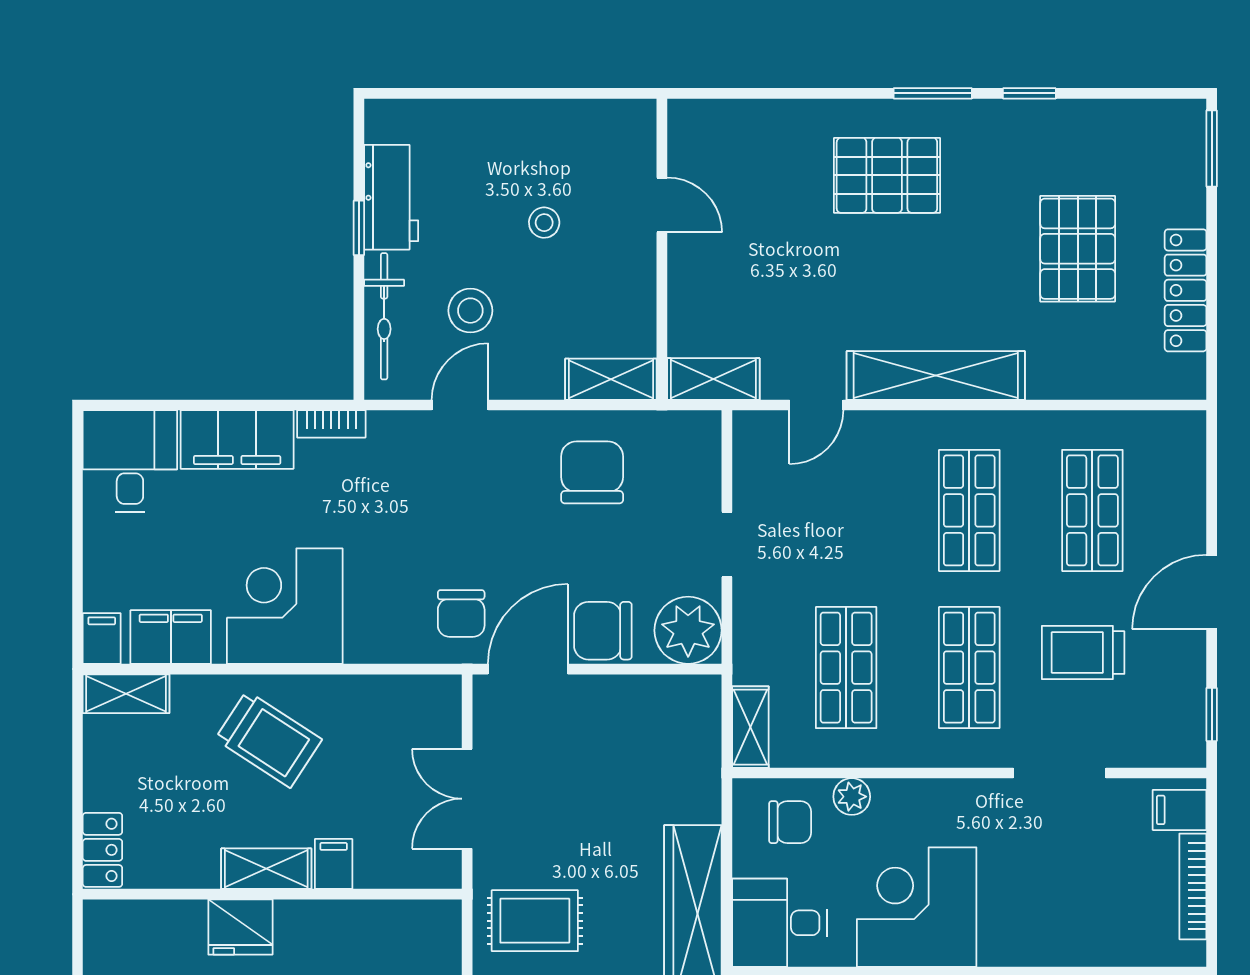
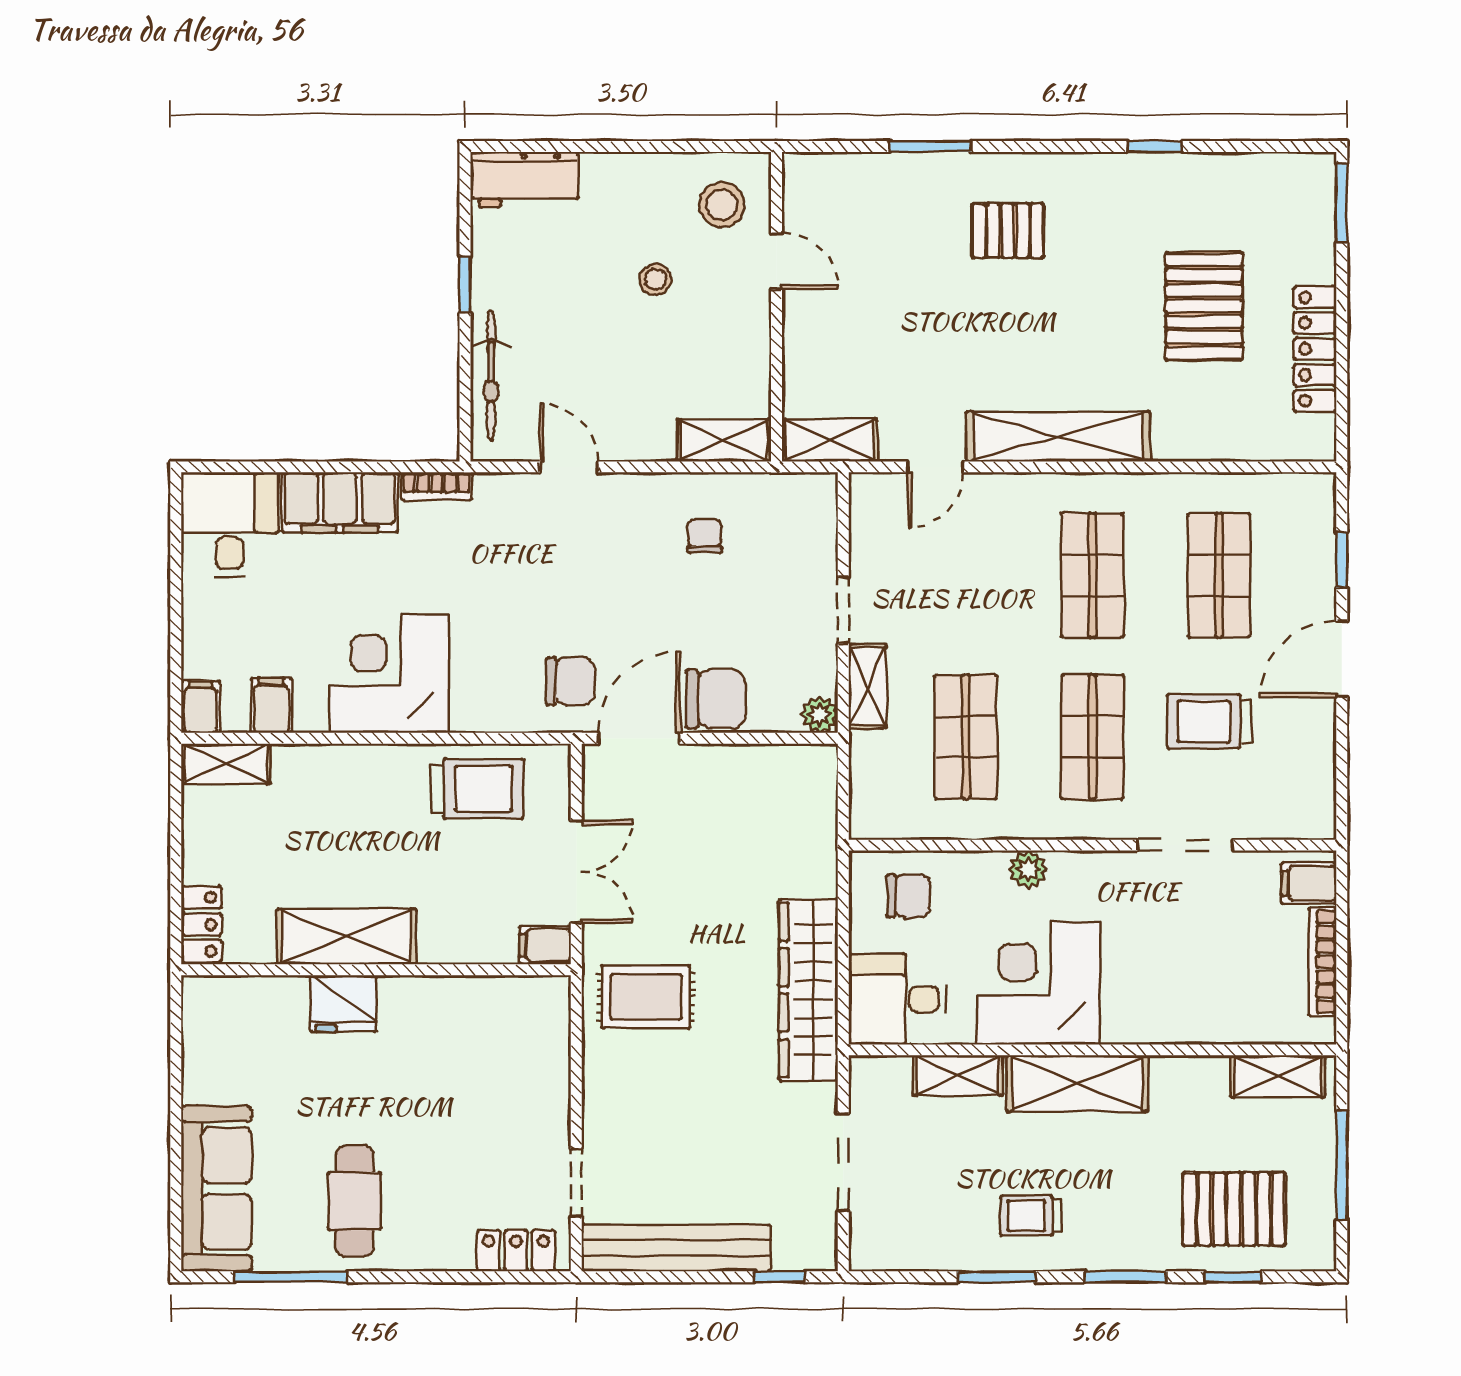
window: (933, 93) -> (930, 146), moved
pallet: (887, 175) -> (1008, 231), width x0.67, depth x0.71
workbench: (391, 197) -> (524, 180), moved, turned 90
stool: (470, 311) -> (722, 205), moved
door: (460, 405) -> (569, 467), hinge flipped
chair: (592, 472) -> (705, 536), width x0.54, depth x0.54
chair: (461, 613) -> (570, 681), turned -90
plant: (688, 630) -> (820, 715), width x0.53, depth x0.53
chair: (603, 631) -> (716, 699), turned 180
filing cabinet: (171, 637) -> (272, 705), width x0.50
window: (1212, 714) -> (1342, 560), moved
shelving: (750, 727) -> (867, 686), moved
trolley: (269, 739) -> (477, 789), moved, turned -33
plant: (852, 797) -> (1028, 869), moved
double door: (467, 799) -> (576, 872), swing flipped
filing cabinet: (334, 864) -> (545, 945), moved, turned -90
shelving: (266, 869) -> (347, 937), width x1.50, depth x1.33

